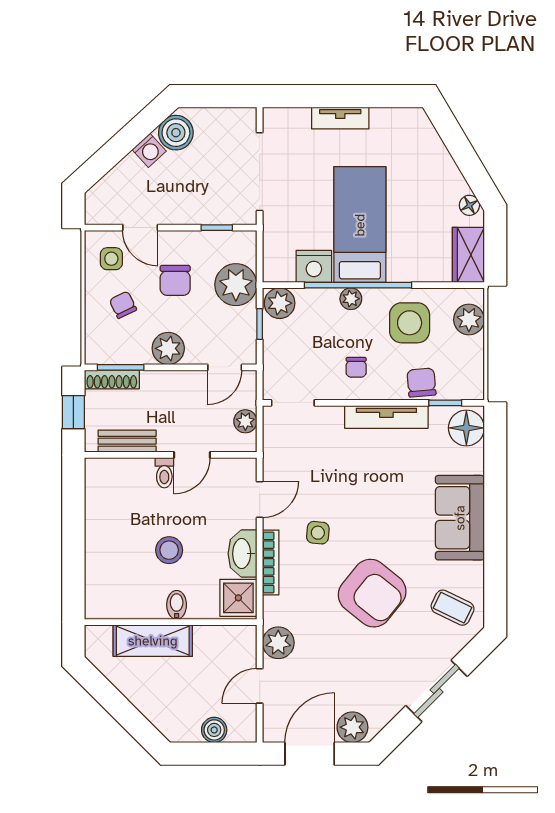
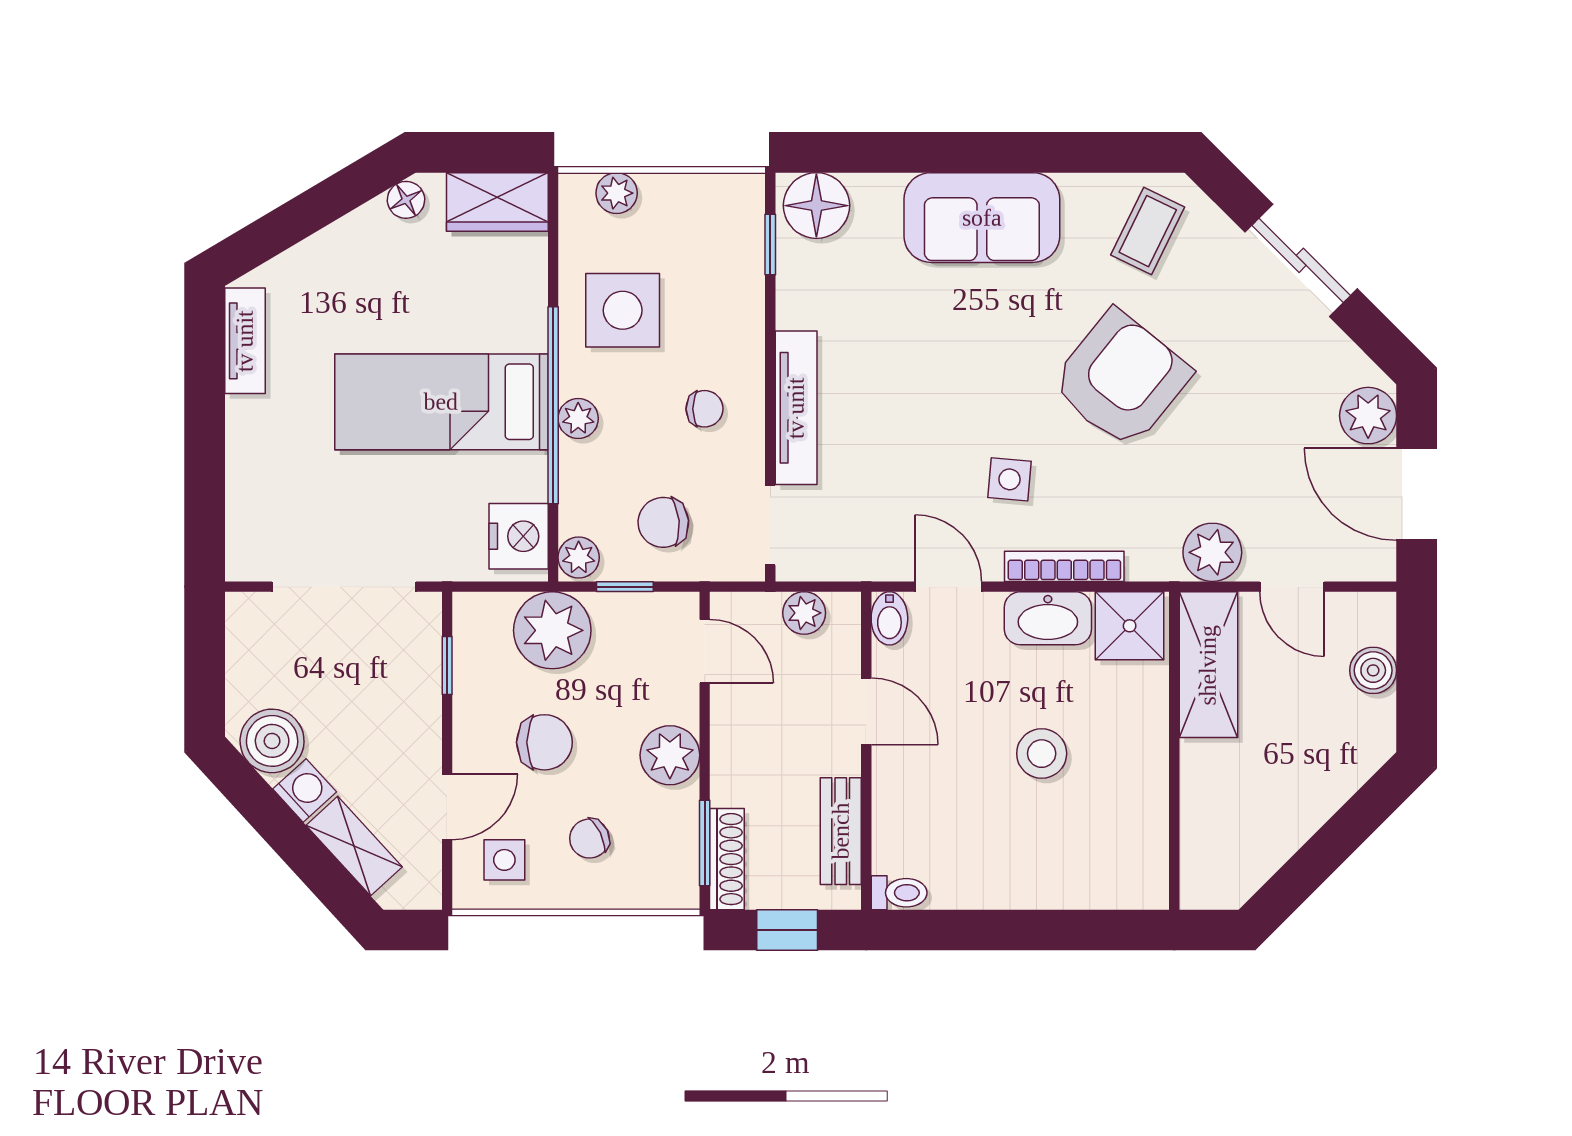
tv unit: (340, 118) -> (245, 341), moved
shelving: (119, 177) -> (354, 846), added
nightstand: (314, 266) -> (519, 536), moved
plant: (280, 303) -> (579, 557), width x0.73, depth x0.73
plant: (469, 320) -> (617, 193), width x0.73, depth x0.73
chair: (421, 383) -> (663, 522), moved
tv unit: (386, 417) -> (796, 408), moved
toilet: (164, 473) -> (899, 893), moved
bidet: (177, 605) -> (889, 618), moved, turned -90
shelving: (153, 641) -> (1208, 665), moved

